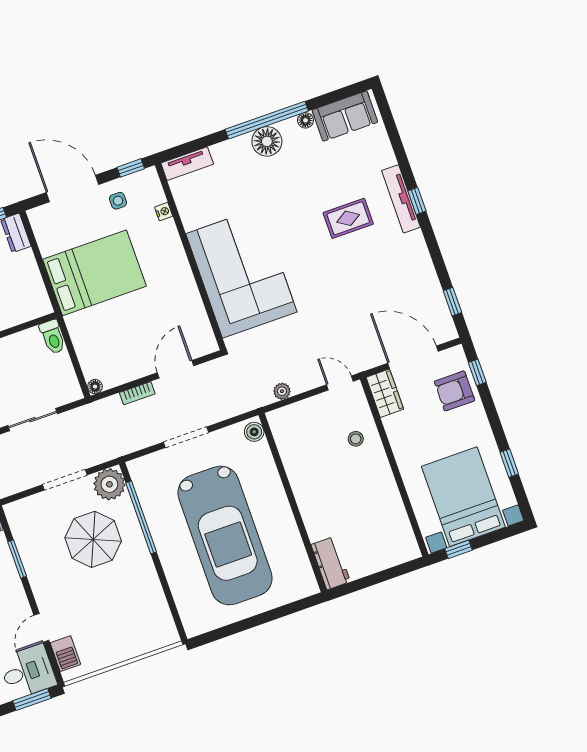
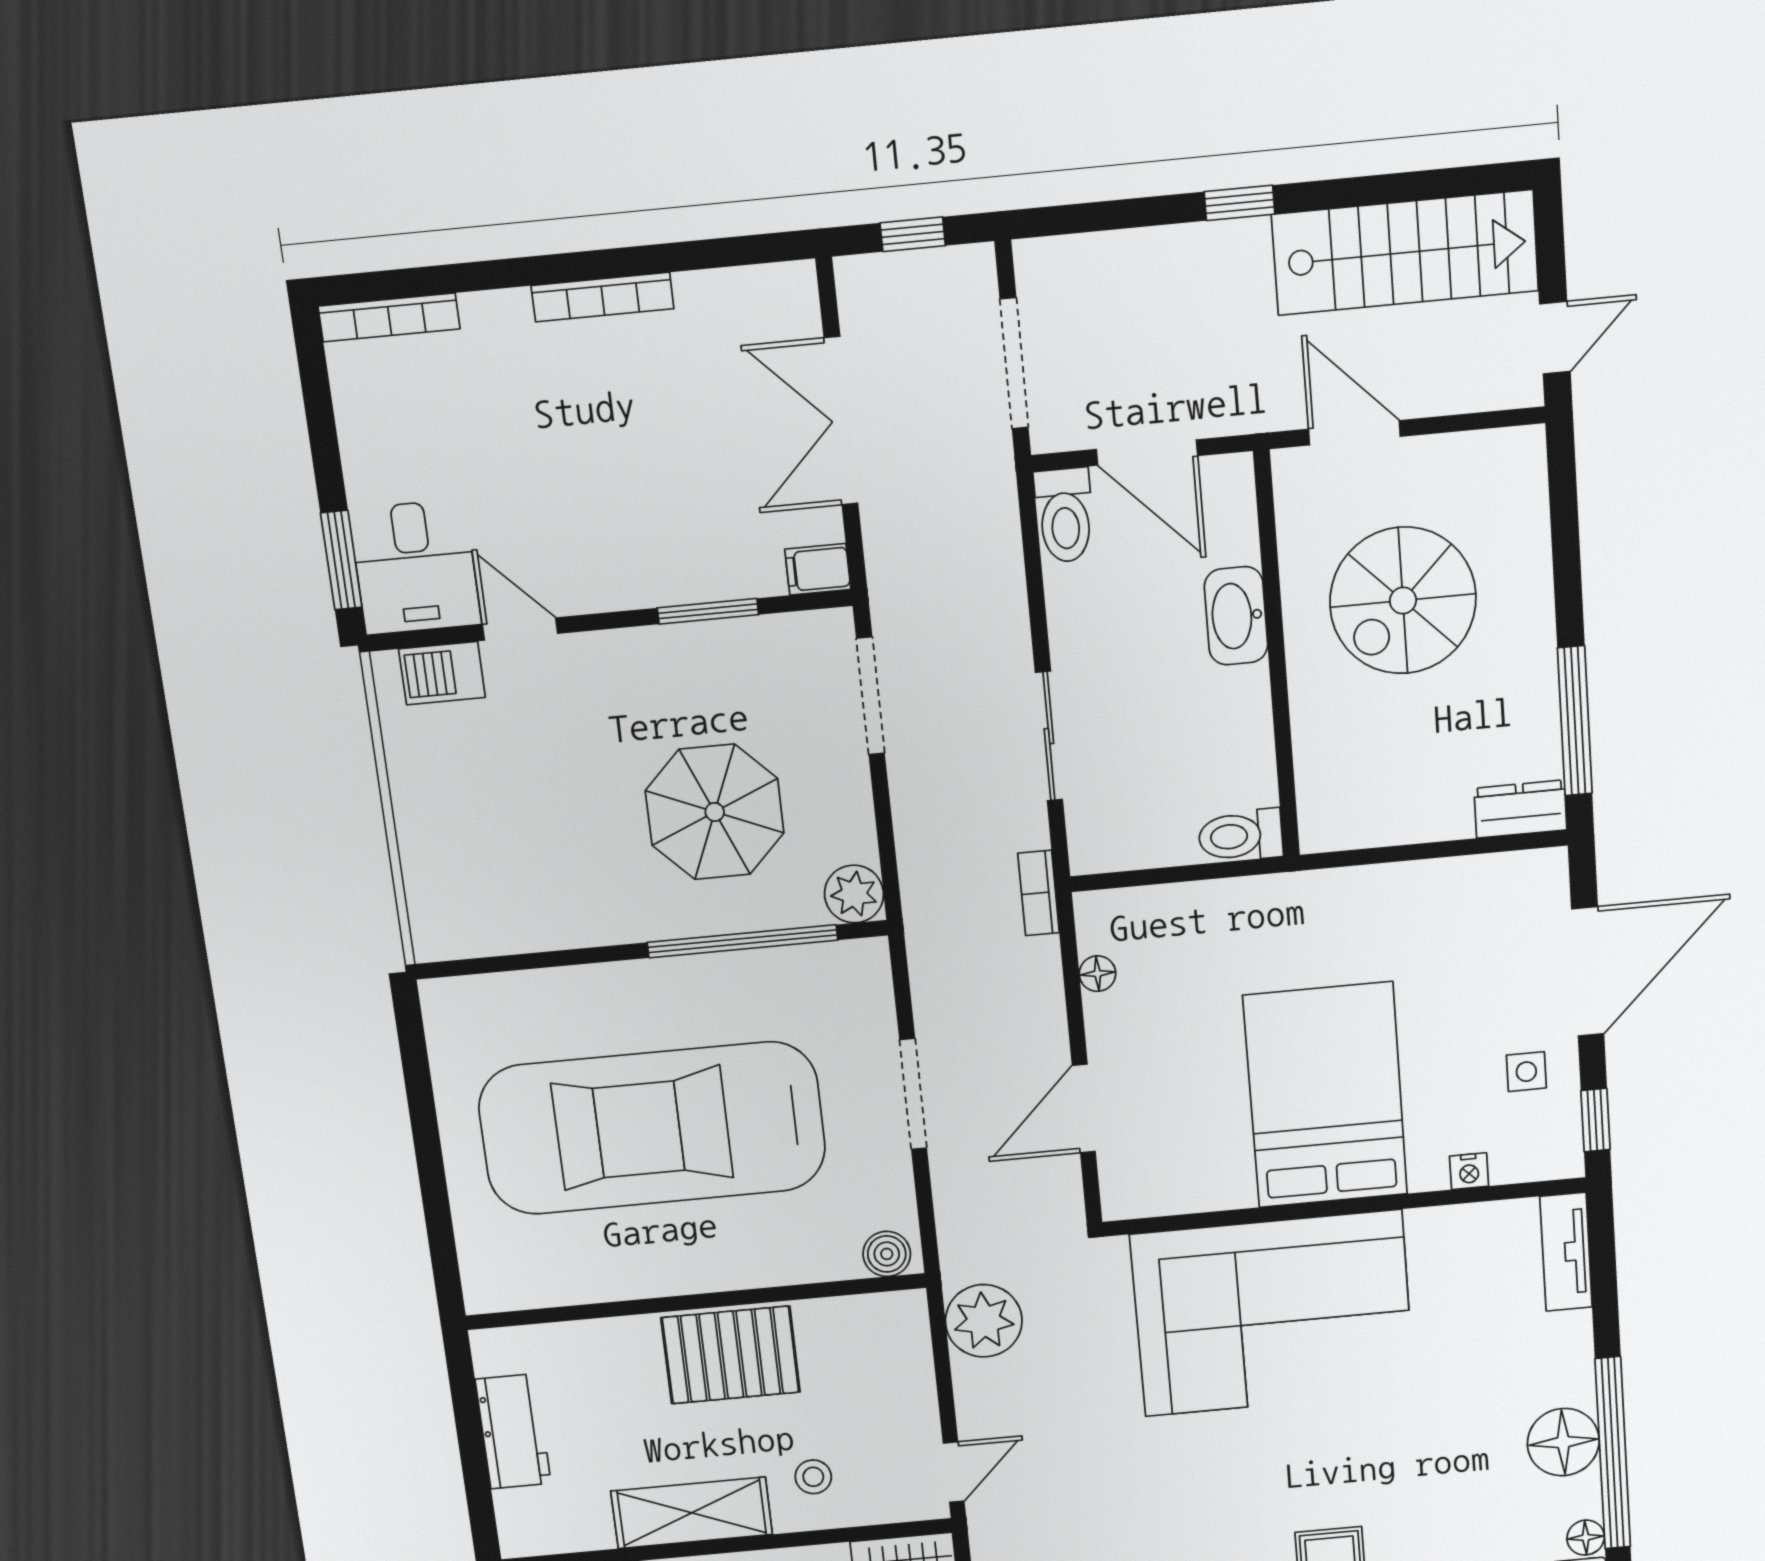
bed: (94, 273) -> (1326, 1095), moved, turned 180
door: (176, 369) -> (1084, 1109), swing flipped
floor lamp: (95, 387) -> (1097, 974), moved
plant: (282, 391) -> (984, 1321), width x1.87, depth x1.87
bookcase: (137, 393) -> (1039, 893), moved
doorway: (65, 480) -> (870, 696), moved
plant: (109, 484) -> (854, 894), width x0.73, depth x0.73
pallet: (312, 484) -> (731, 1355), added
shelving: (383, 484) -> (692, 1513), added
workbench: (331, 563) -> (513, 1431), moved, turned -90

